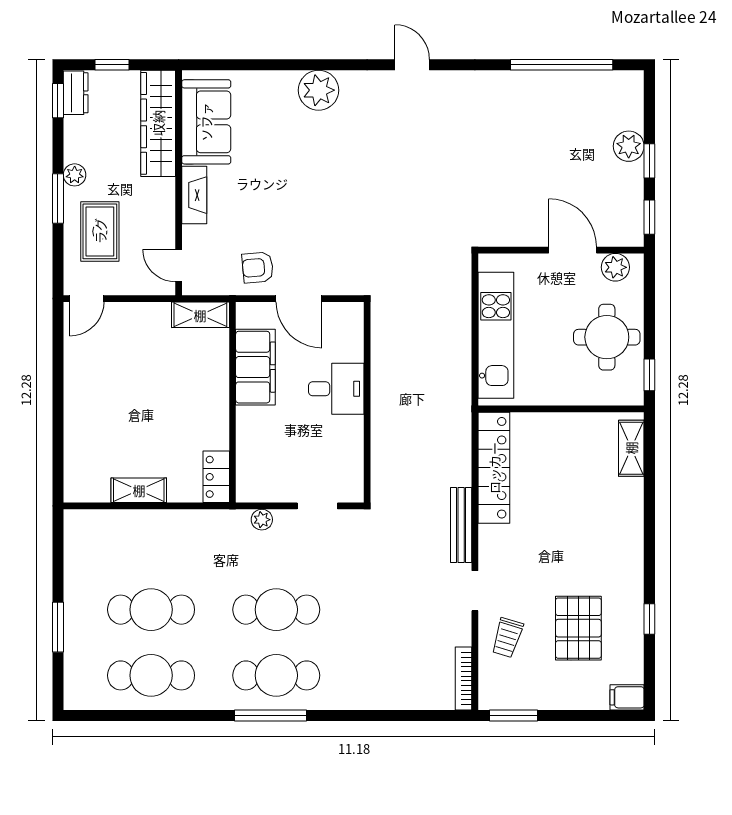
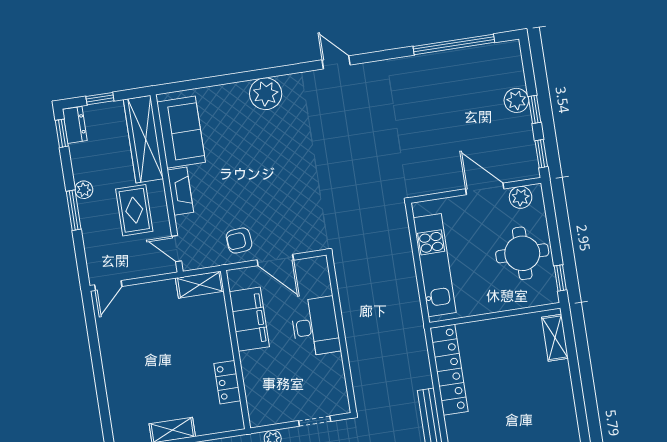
rug: (100, 231) -> (134, 210), moved
desk: (336, 389) -> (315, 327), width x1.37
locker: (216, 477) -> (227, 382), moved

